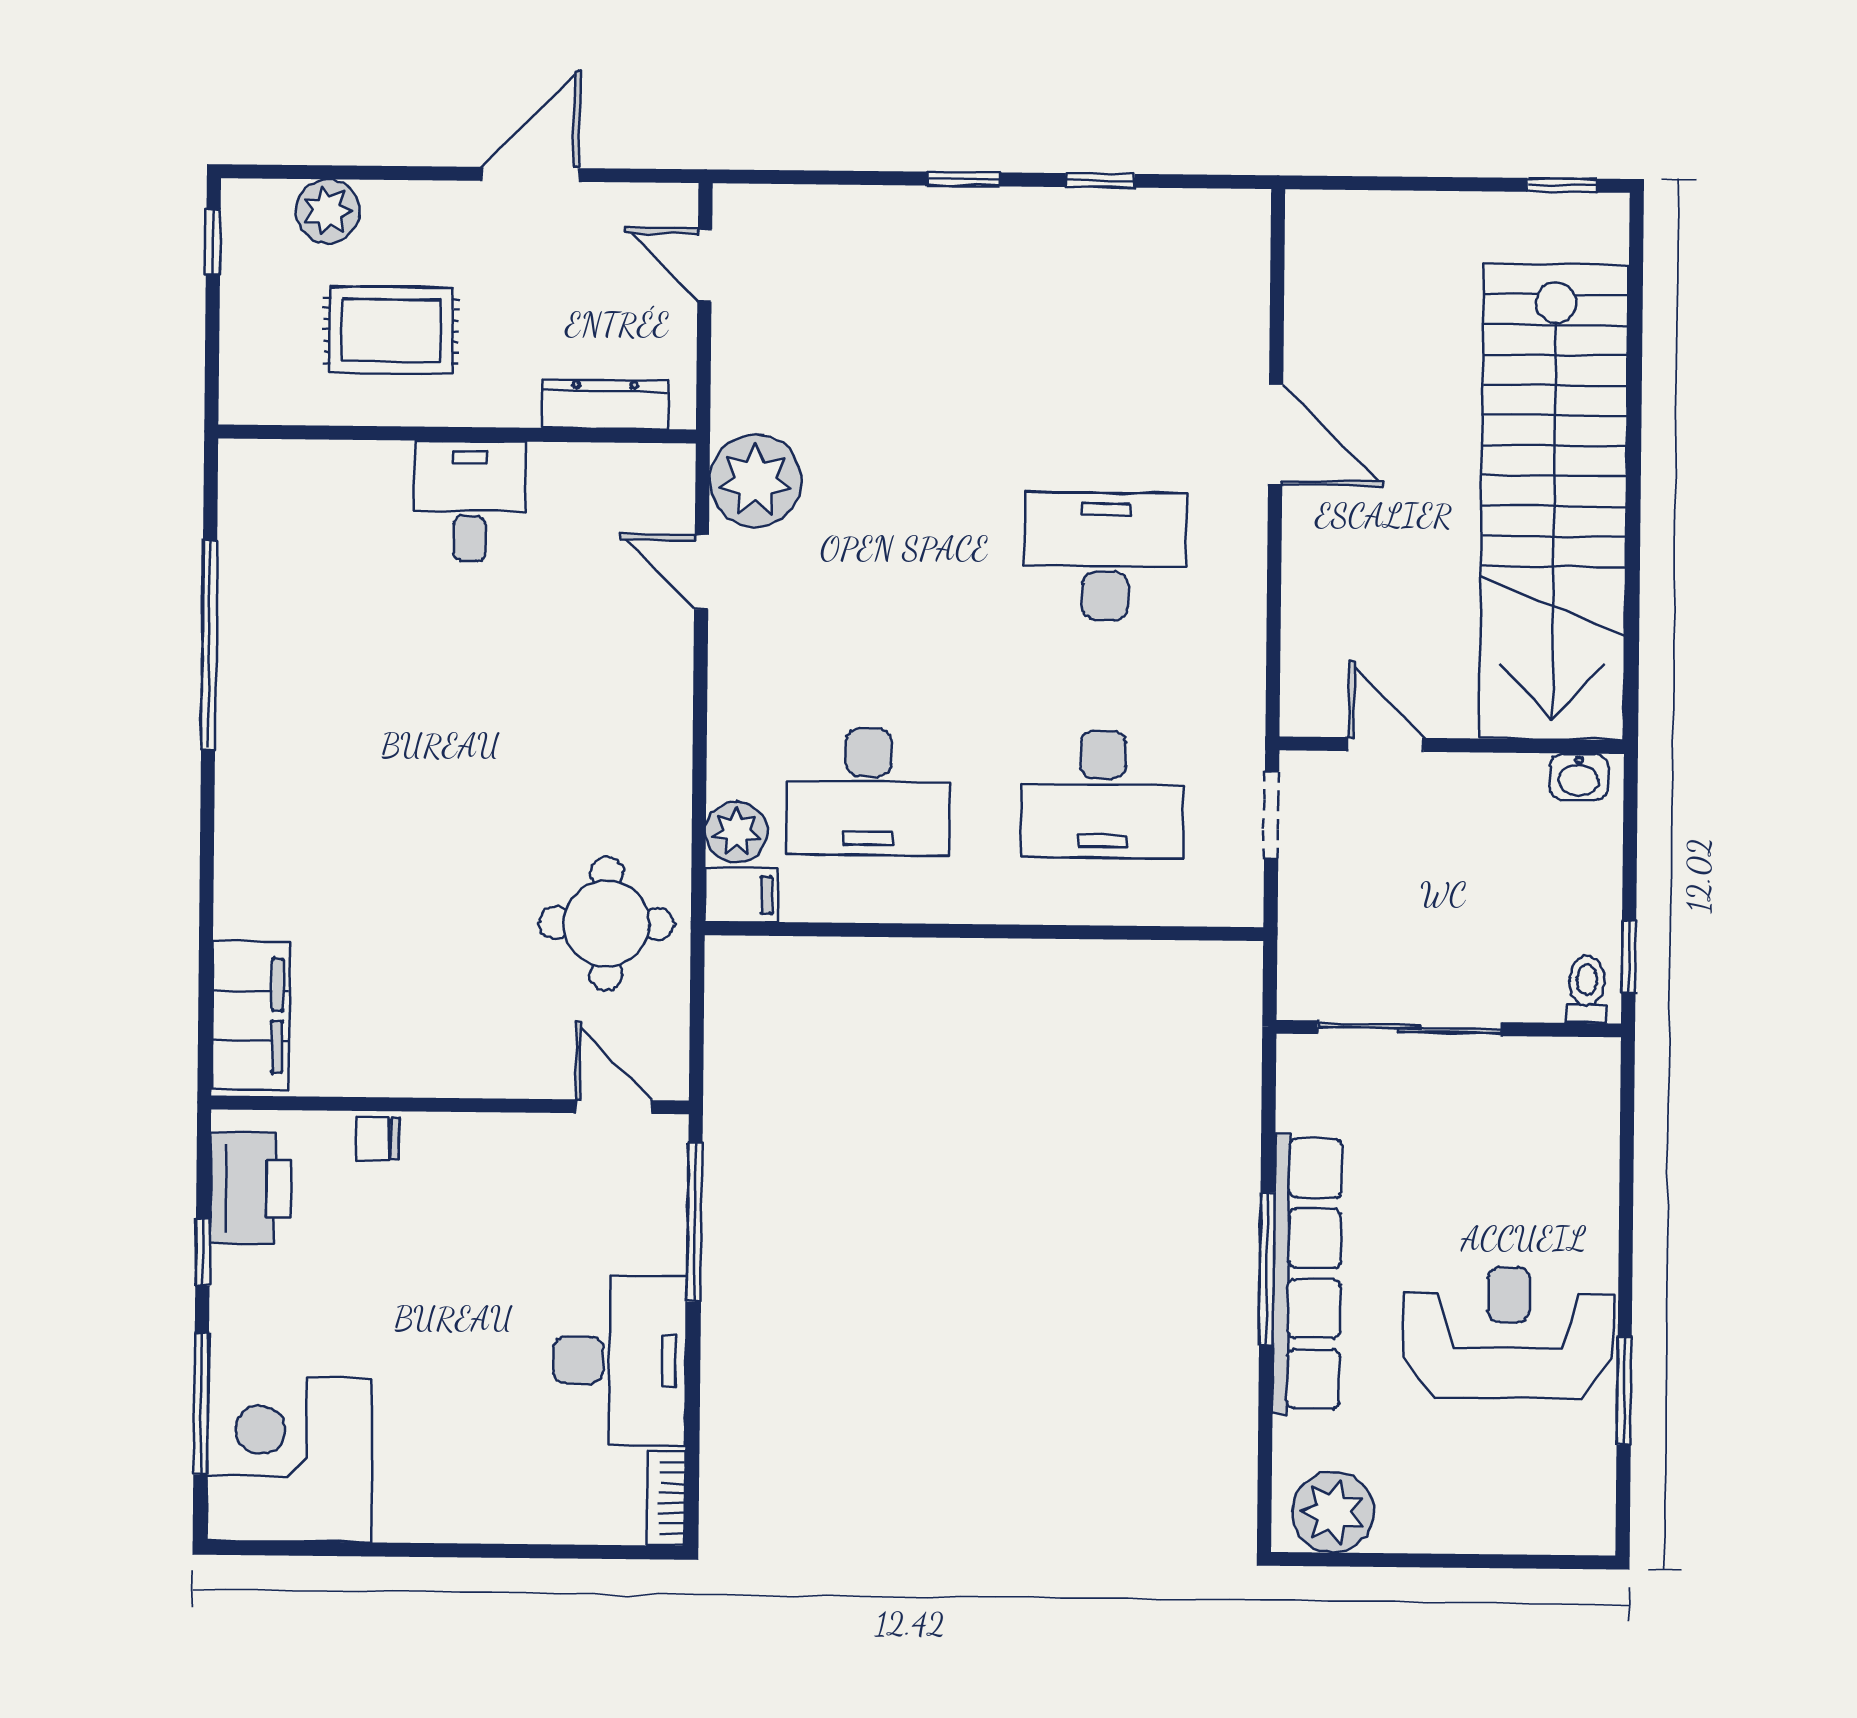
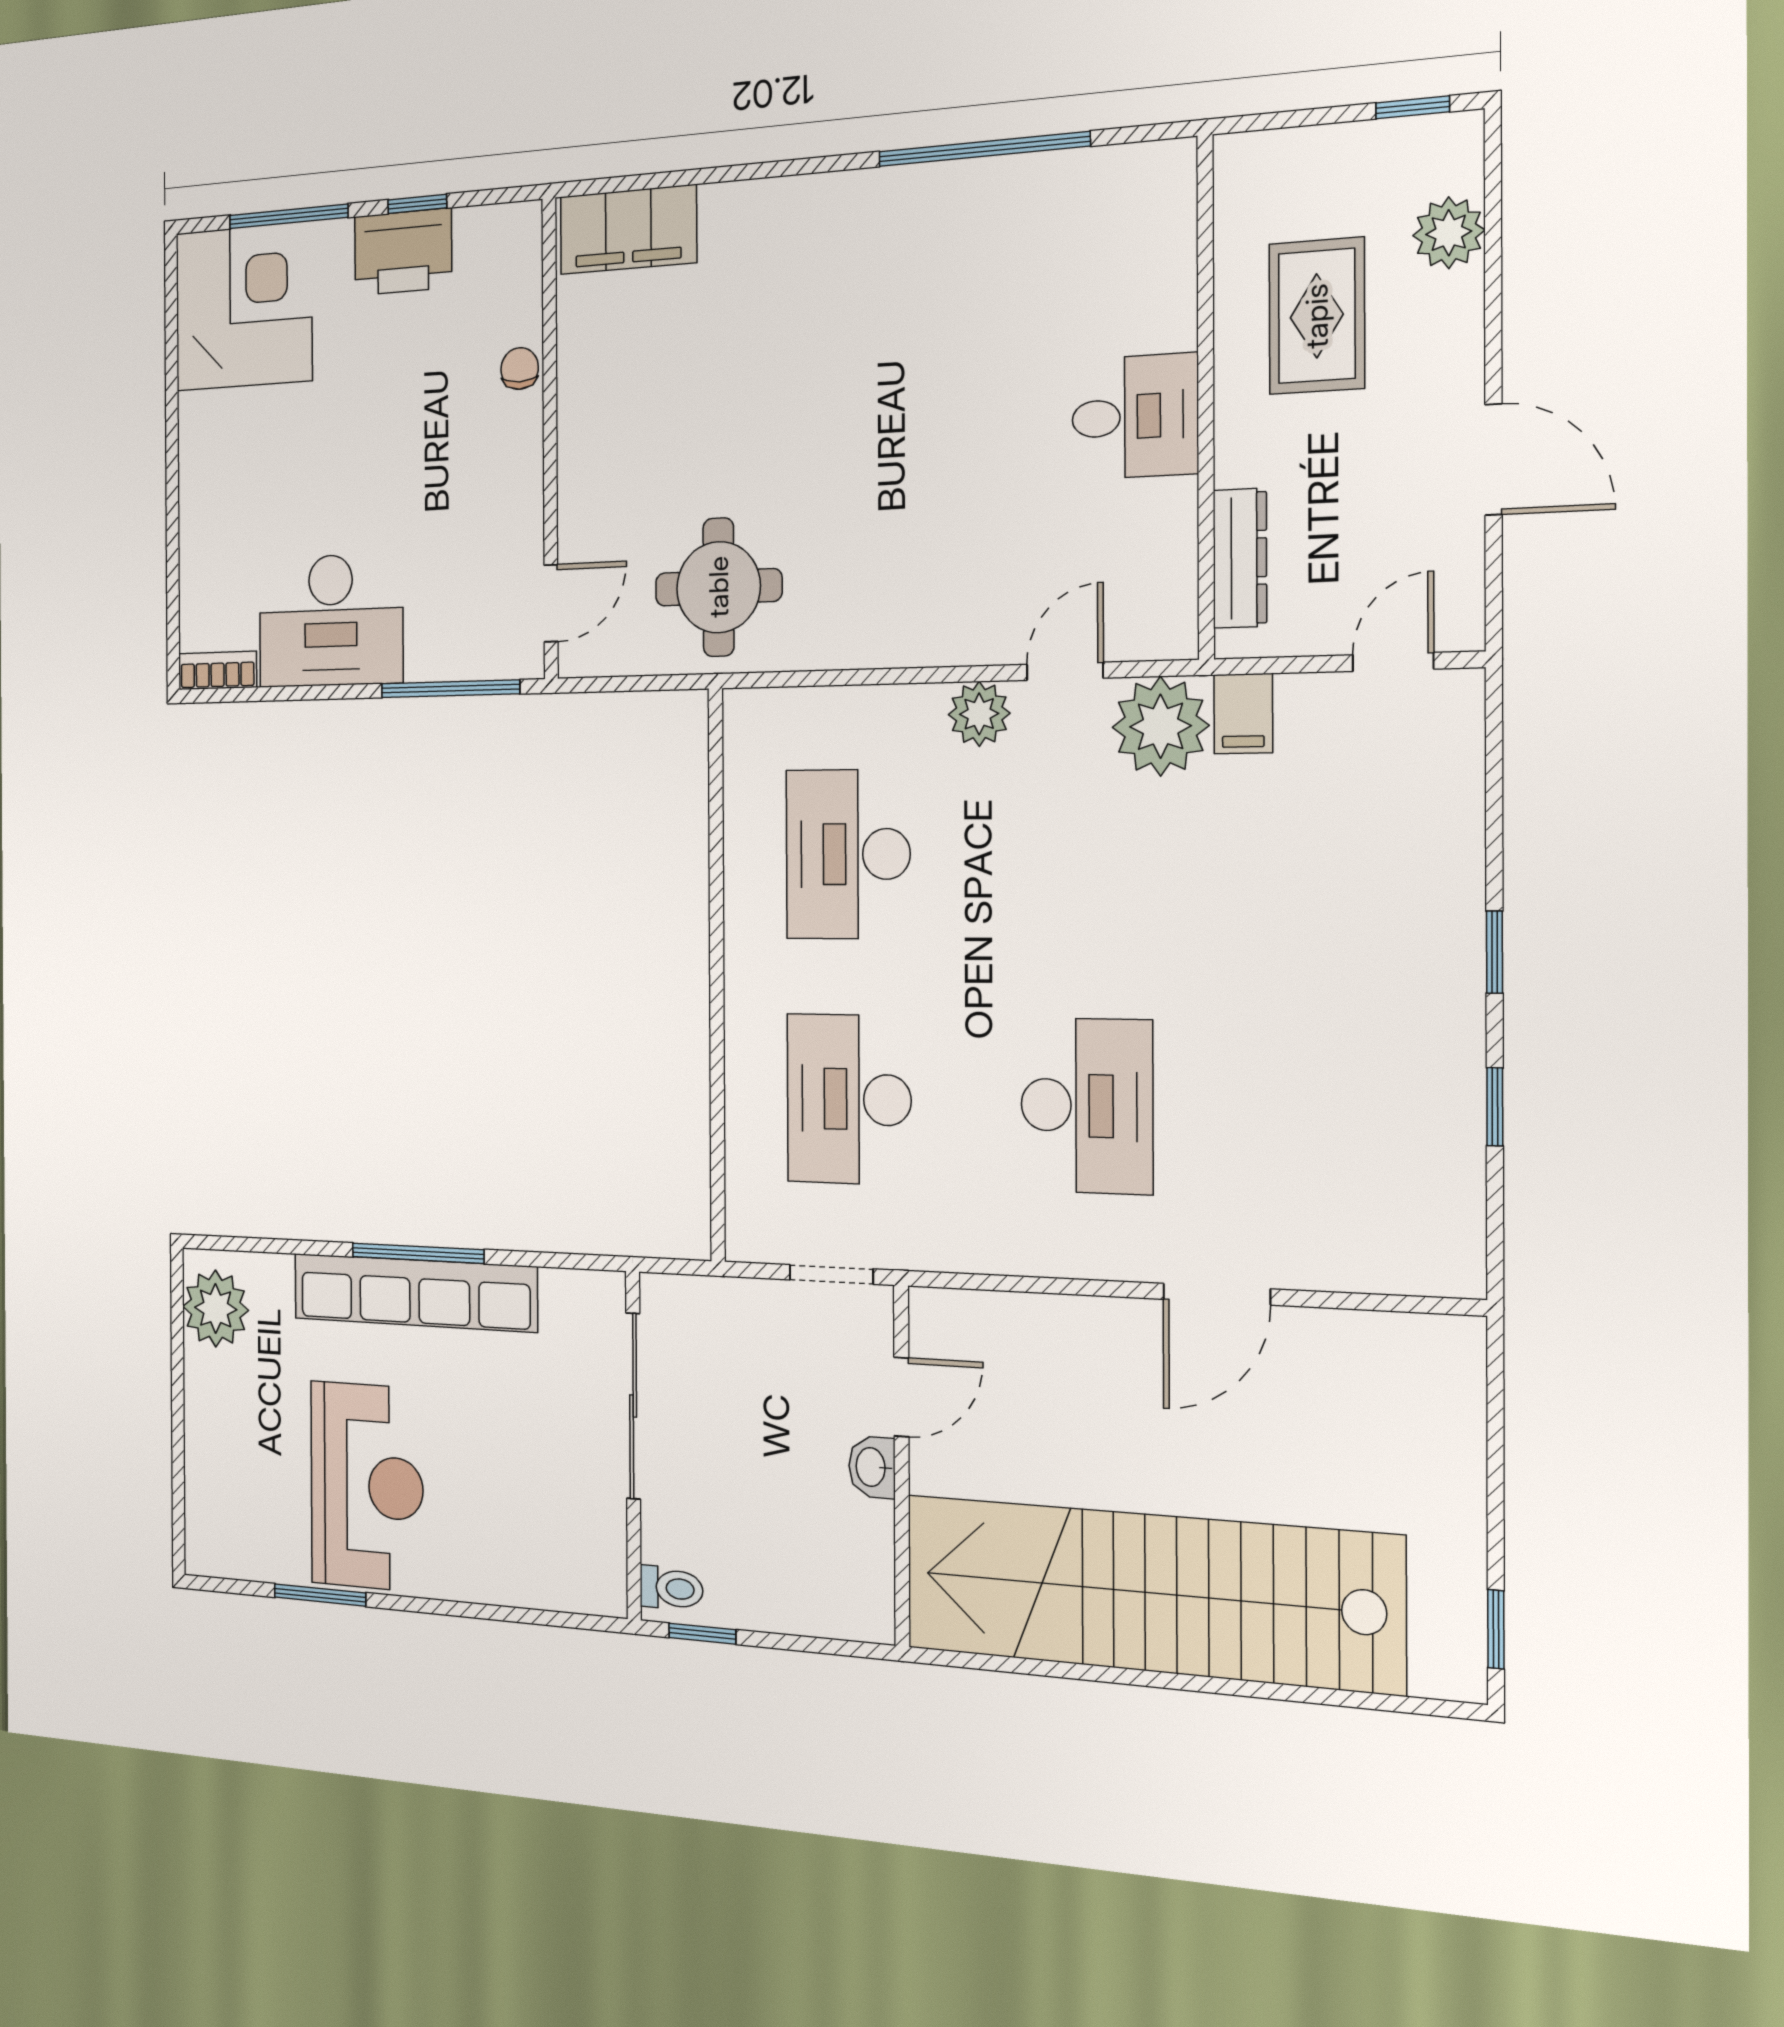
washbasin: (1579, 777) -> (872, 1467), moved
plant: (736, 832) -> (979, 714), moved
filing cabinet: (741, 895) -> (1243, 714), moved
printer: (251, 1189) -> (403, 252), moved

